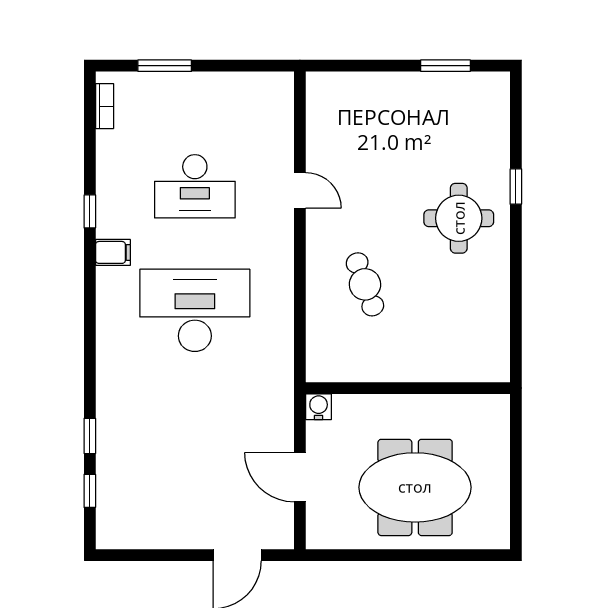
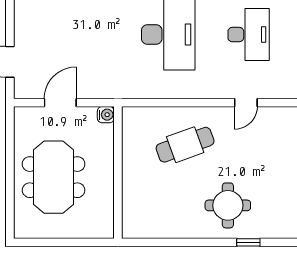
desk: (195, 186) -> (249, 35), turned 180
cafe table: (365, 284) -> (185, 145), width x1.37, depth x1.35

